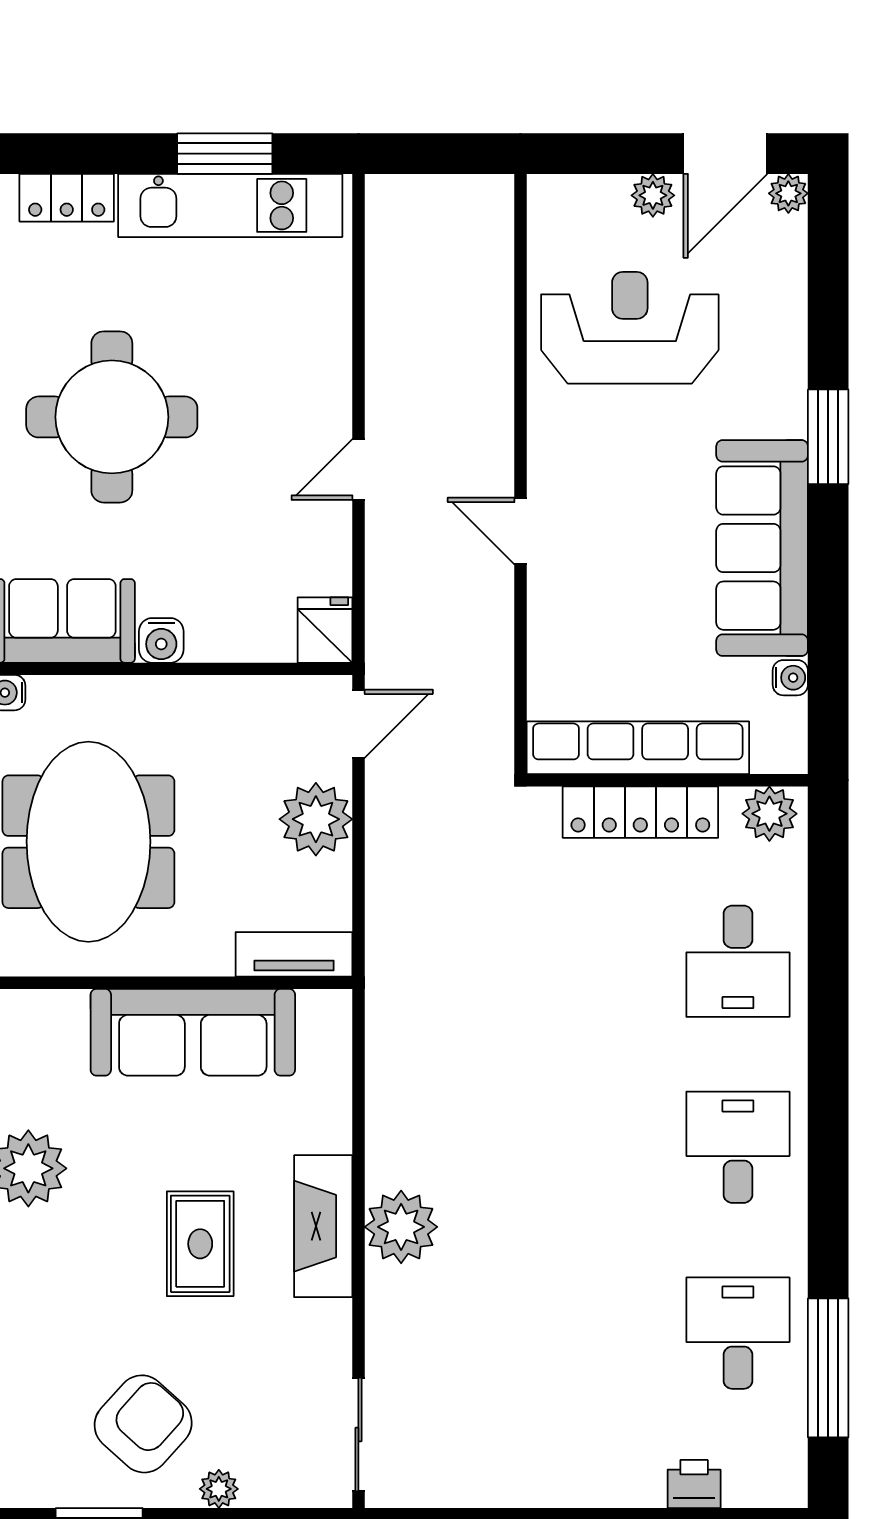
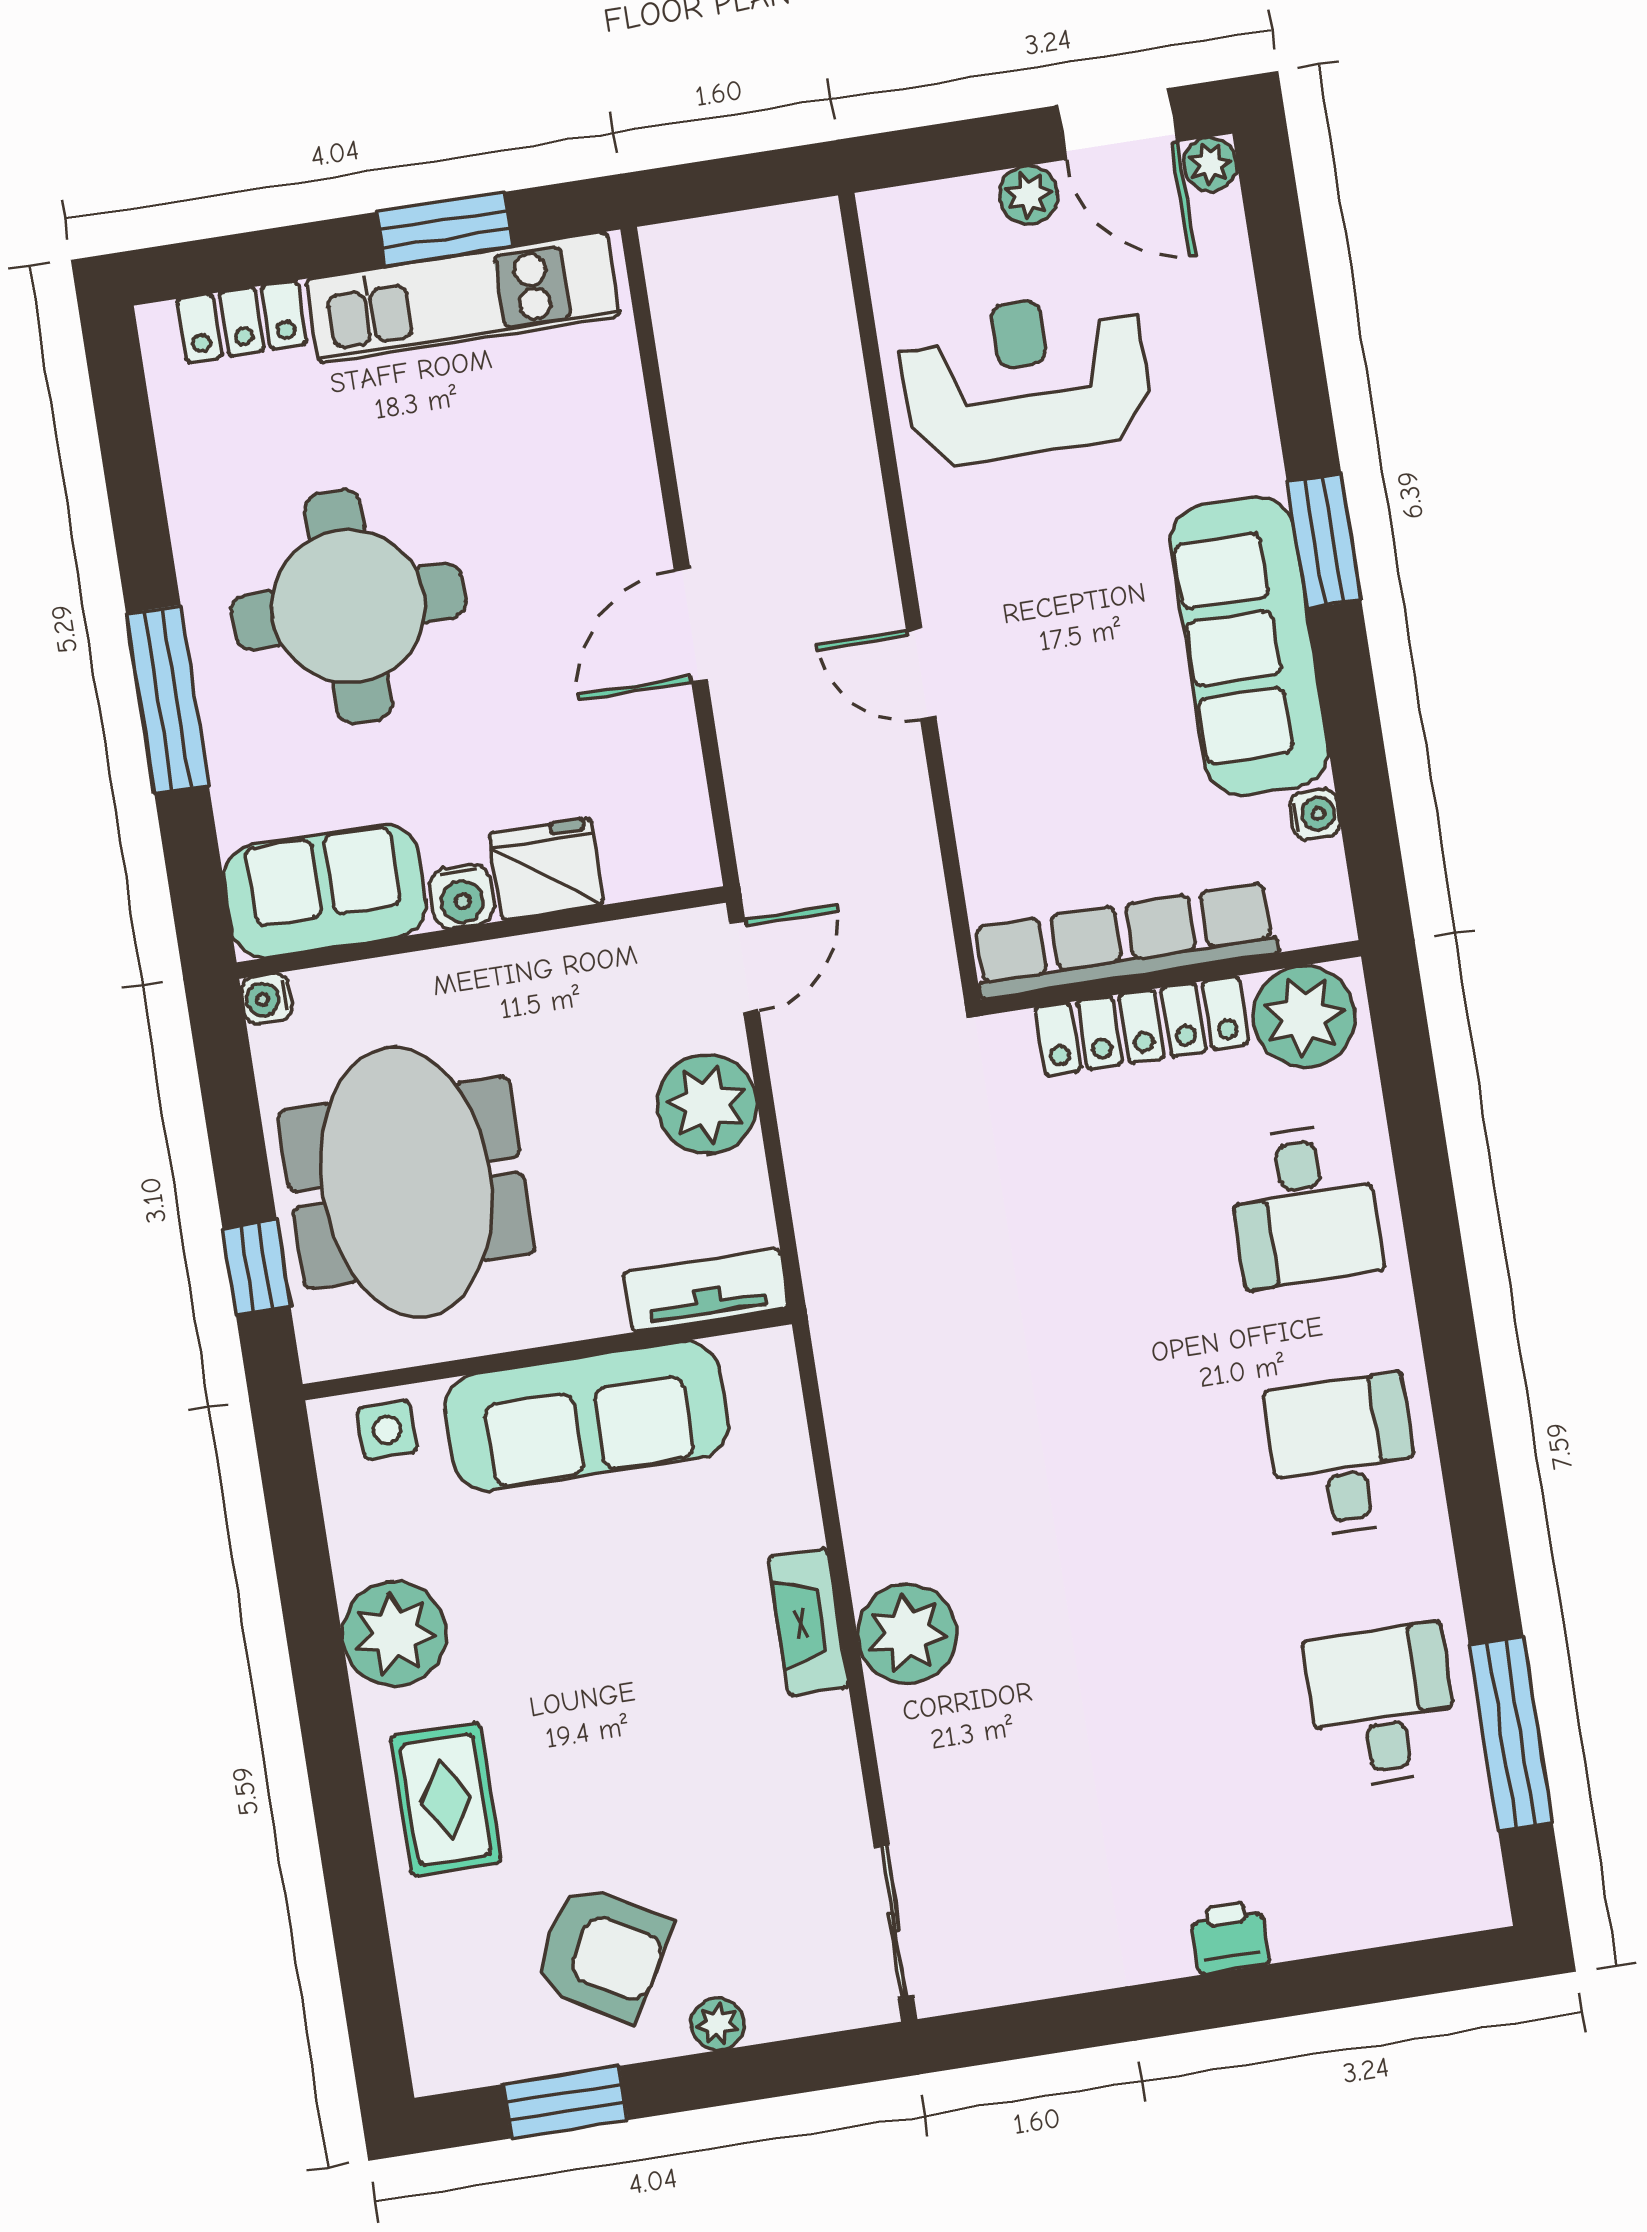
door: (725, 154) -> (1117, 124), hinge flipped
window: (828, 437) -> (1324, 541), moved
door: (358, 469) -> (691, 625), width x1.38
fridge: (325, 630) -> (546, 869), moved, width x1.38
plant: (769, 814) -> (1304, 1017), width x1.36, depth x1.36
side table: (46, 1020) -> (387, 1430), added
fireplace: (323, 1226) -> (808, 1622), width x0.73, depth x0.76
rug: (200, 1244) -> (446, 1799), moved
armchair: (143, 1424) -> (602, 1953), turned 78
printer: (694, 1484) -> (1230, 1937), moved

